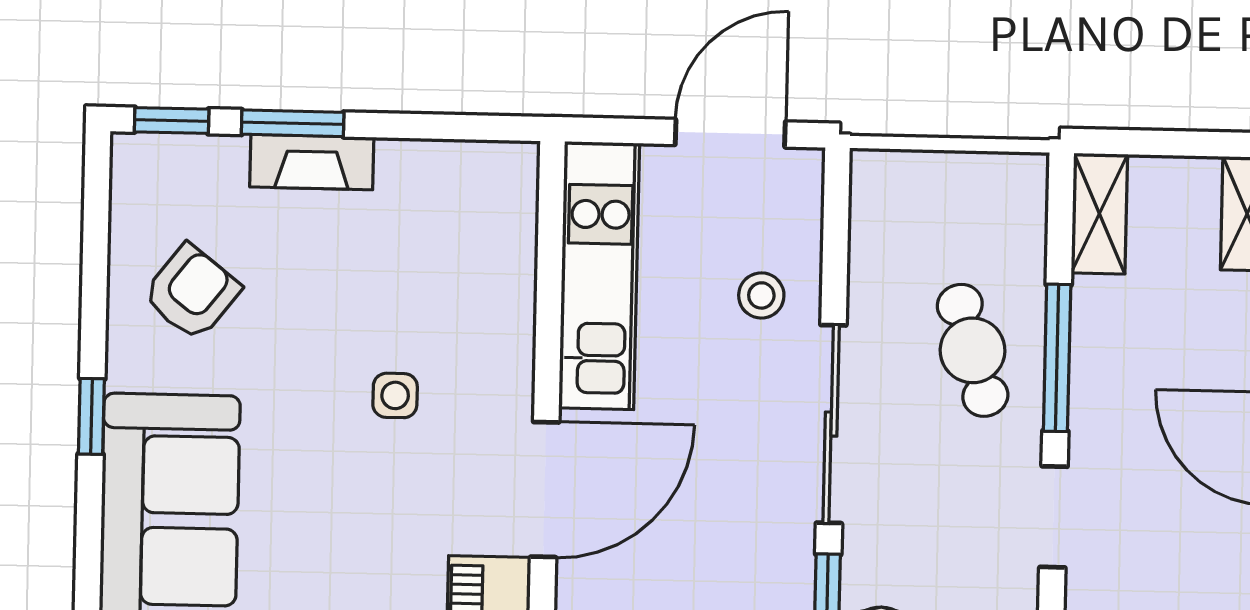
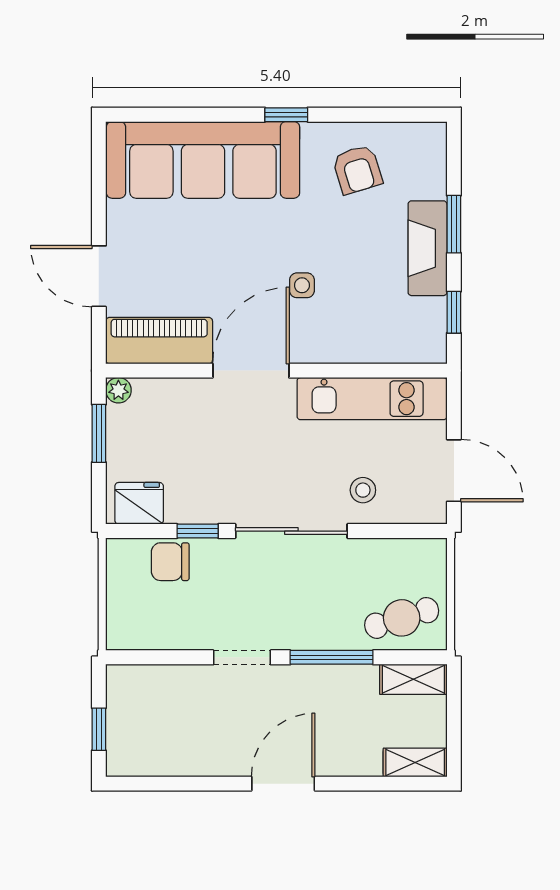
window: (172, 120) -> (454, 312), moved
fireplace: (312, 162) -> (428, 248), width x1.37, depth x1.32
armchair: (192, 292) -> (357, 169), turned 35
cafe table: (973, 350) -> (402, 618), moved
door: (545, 490) -> (251, 371), swing flipped

